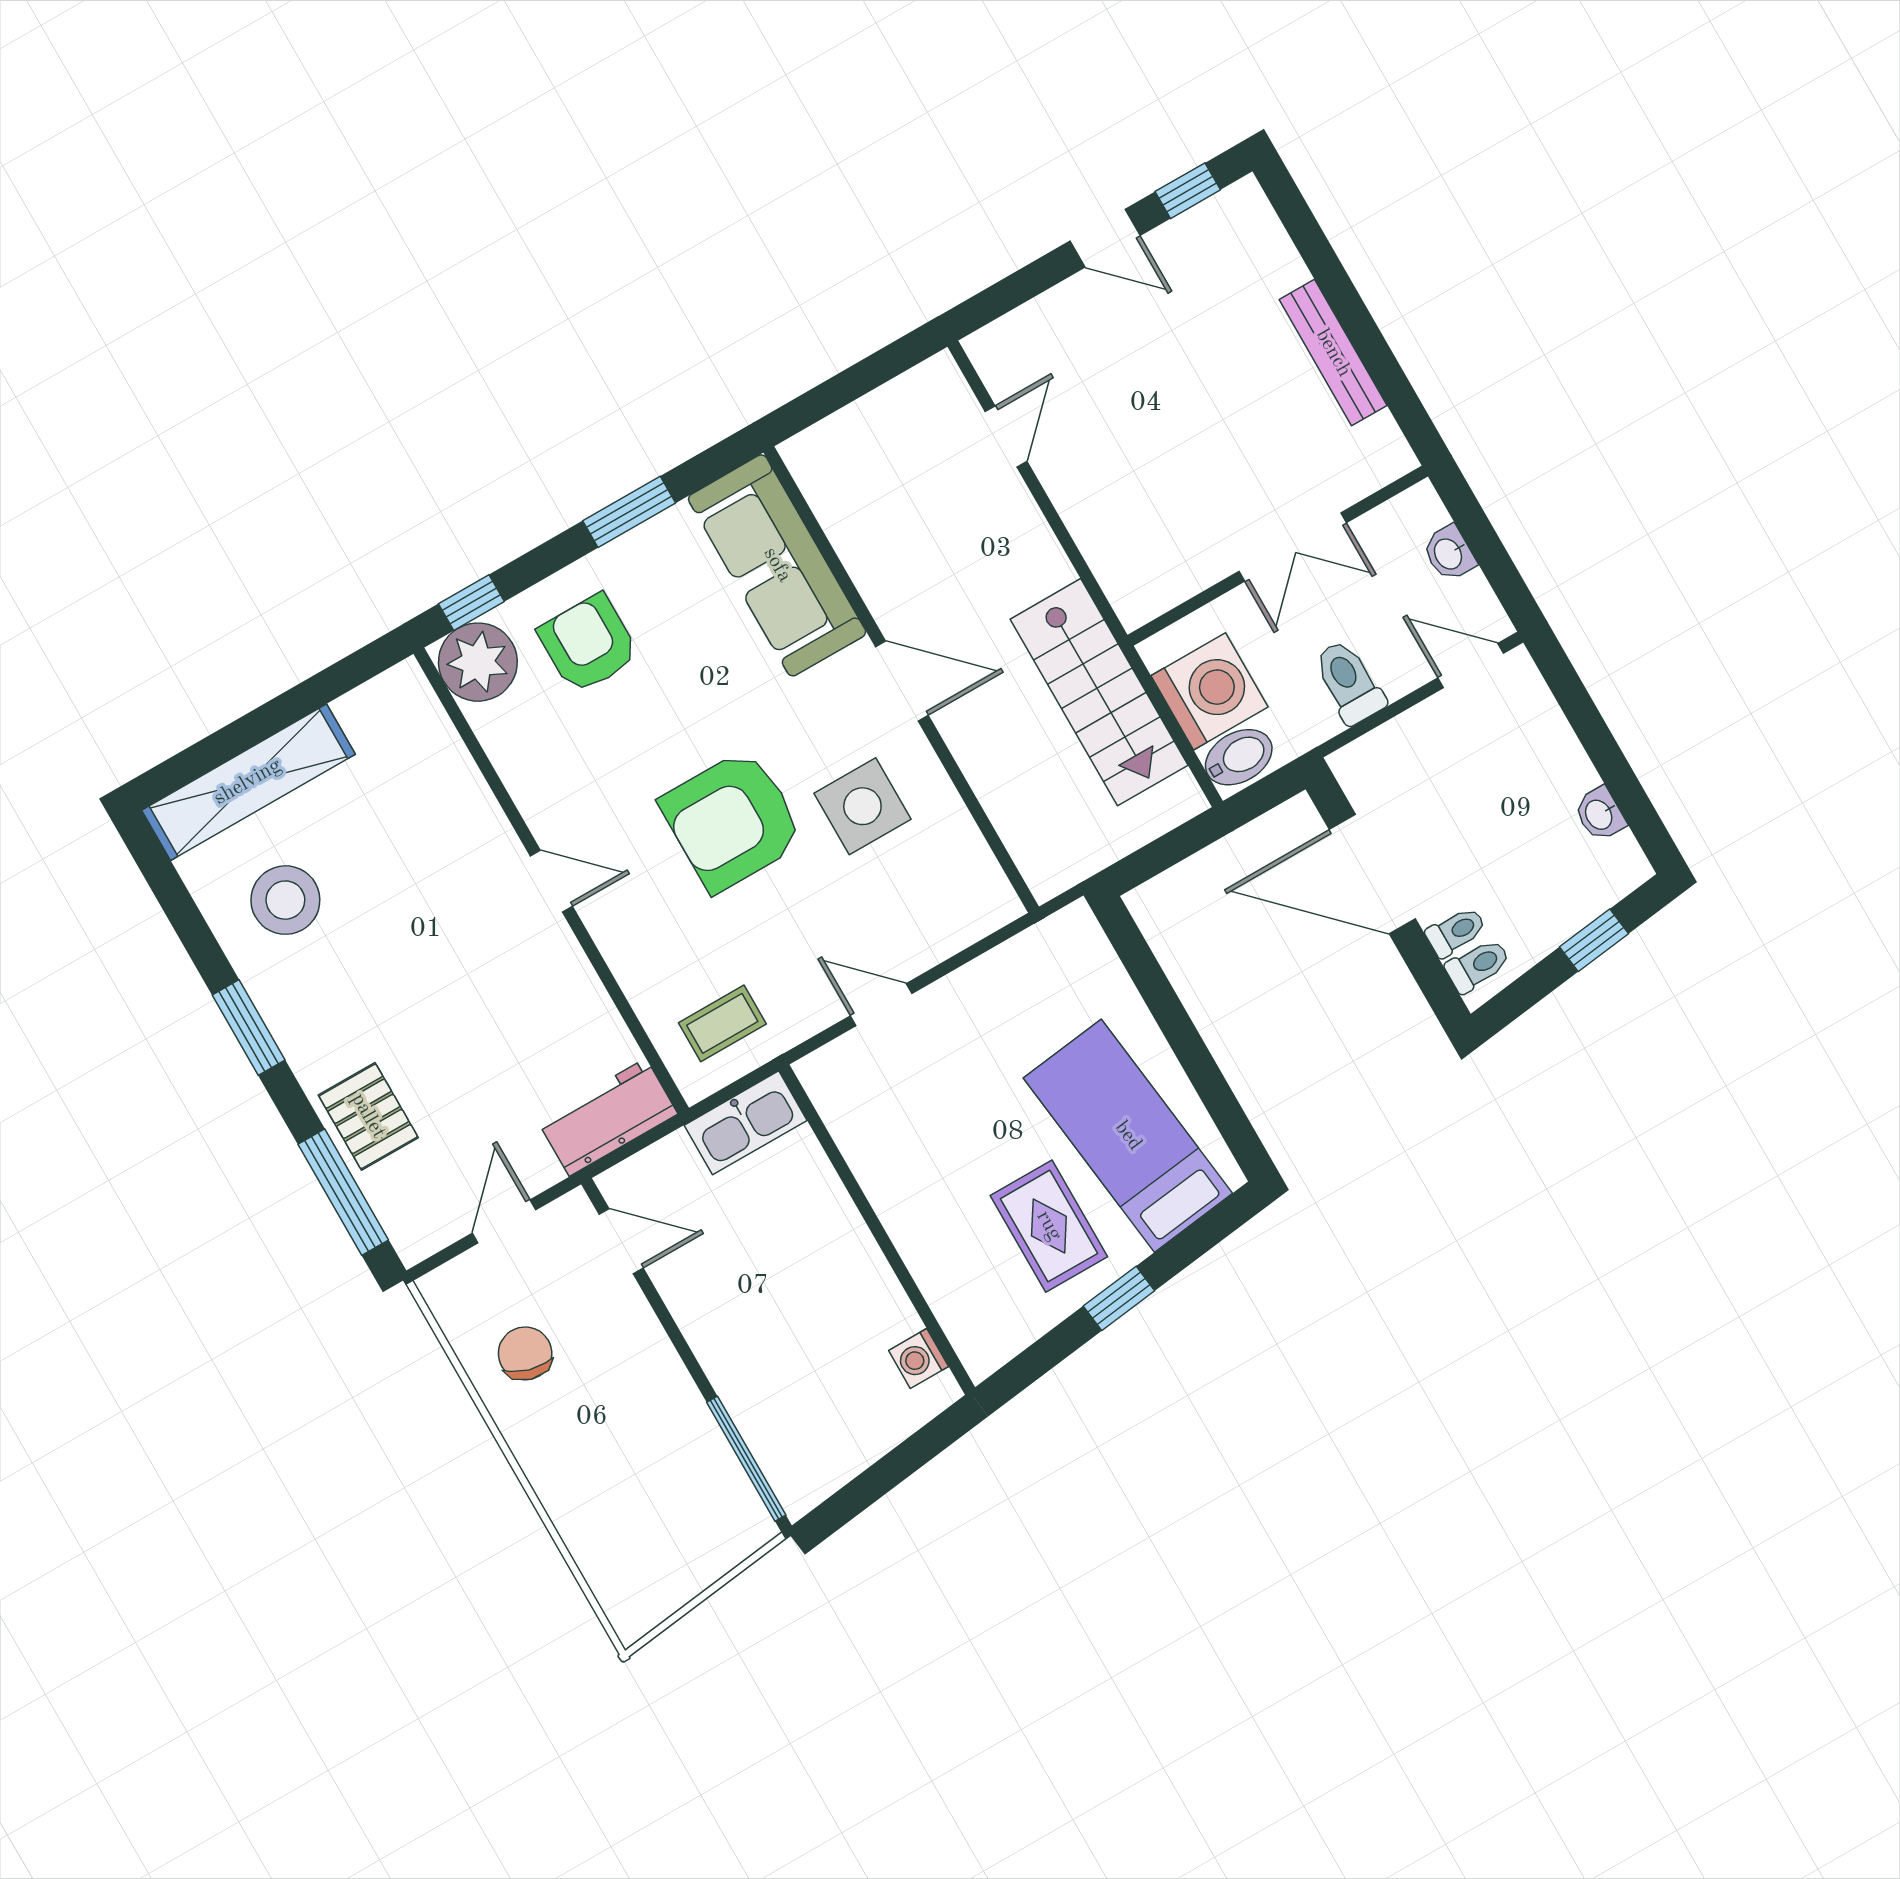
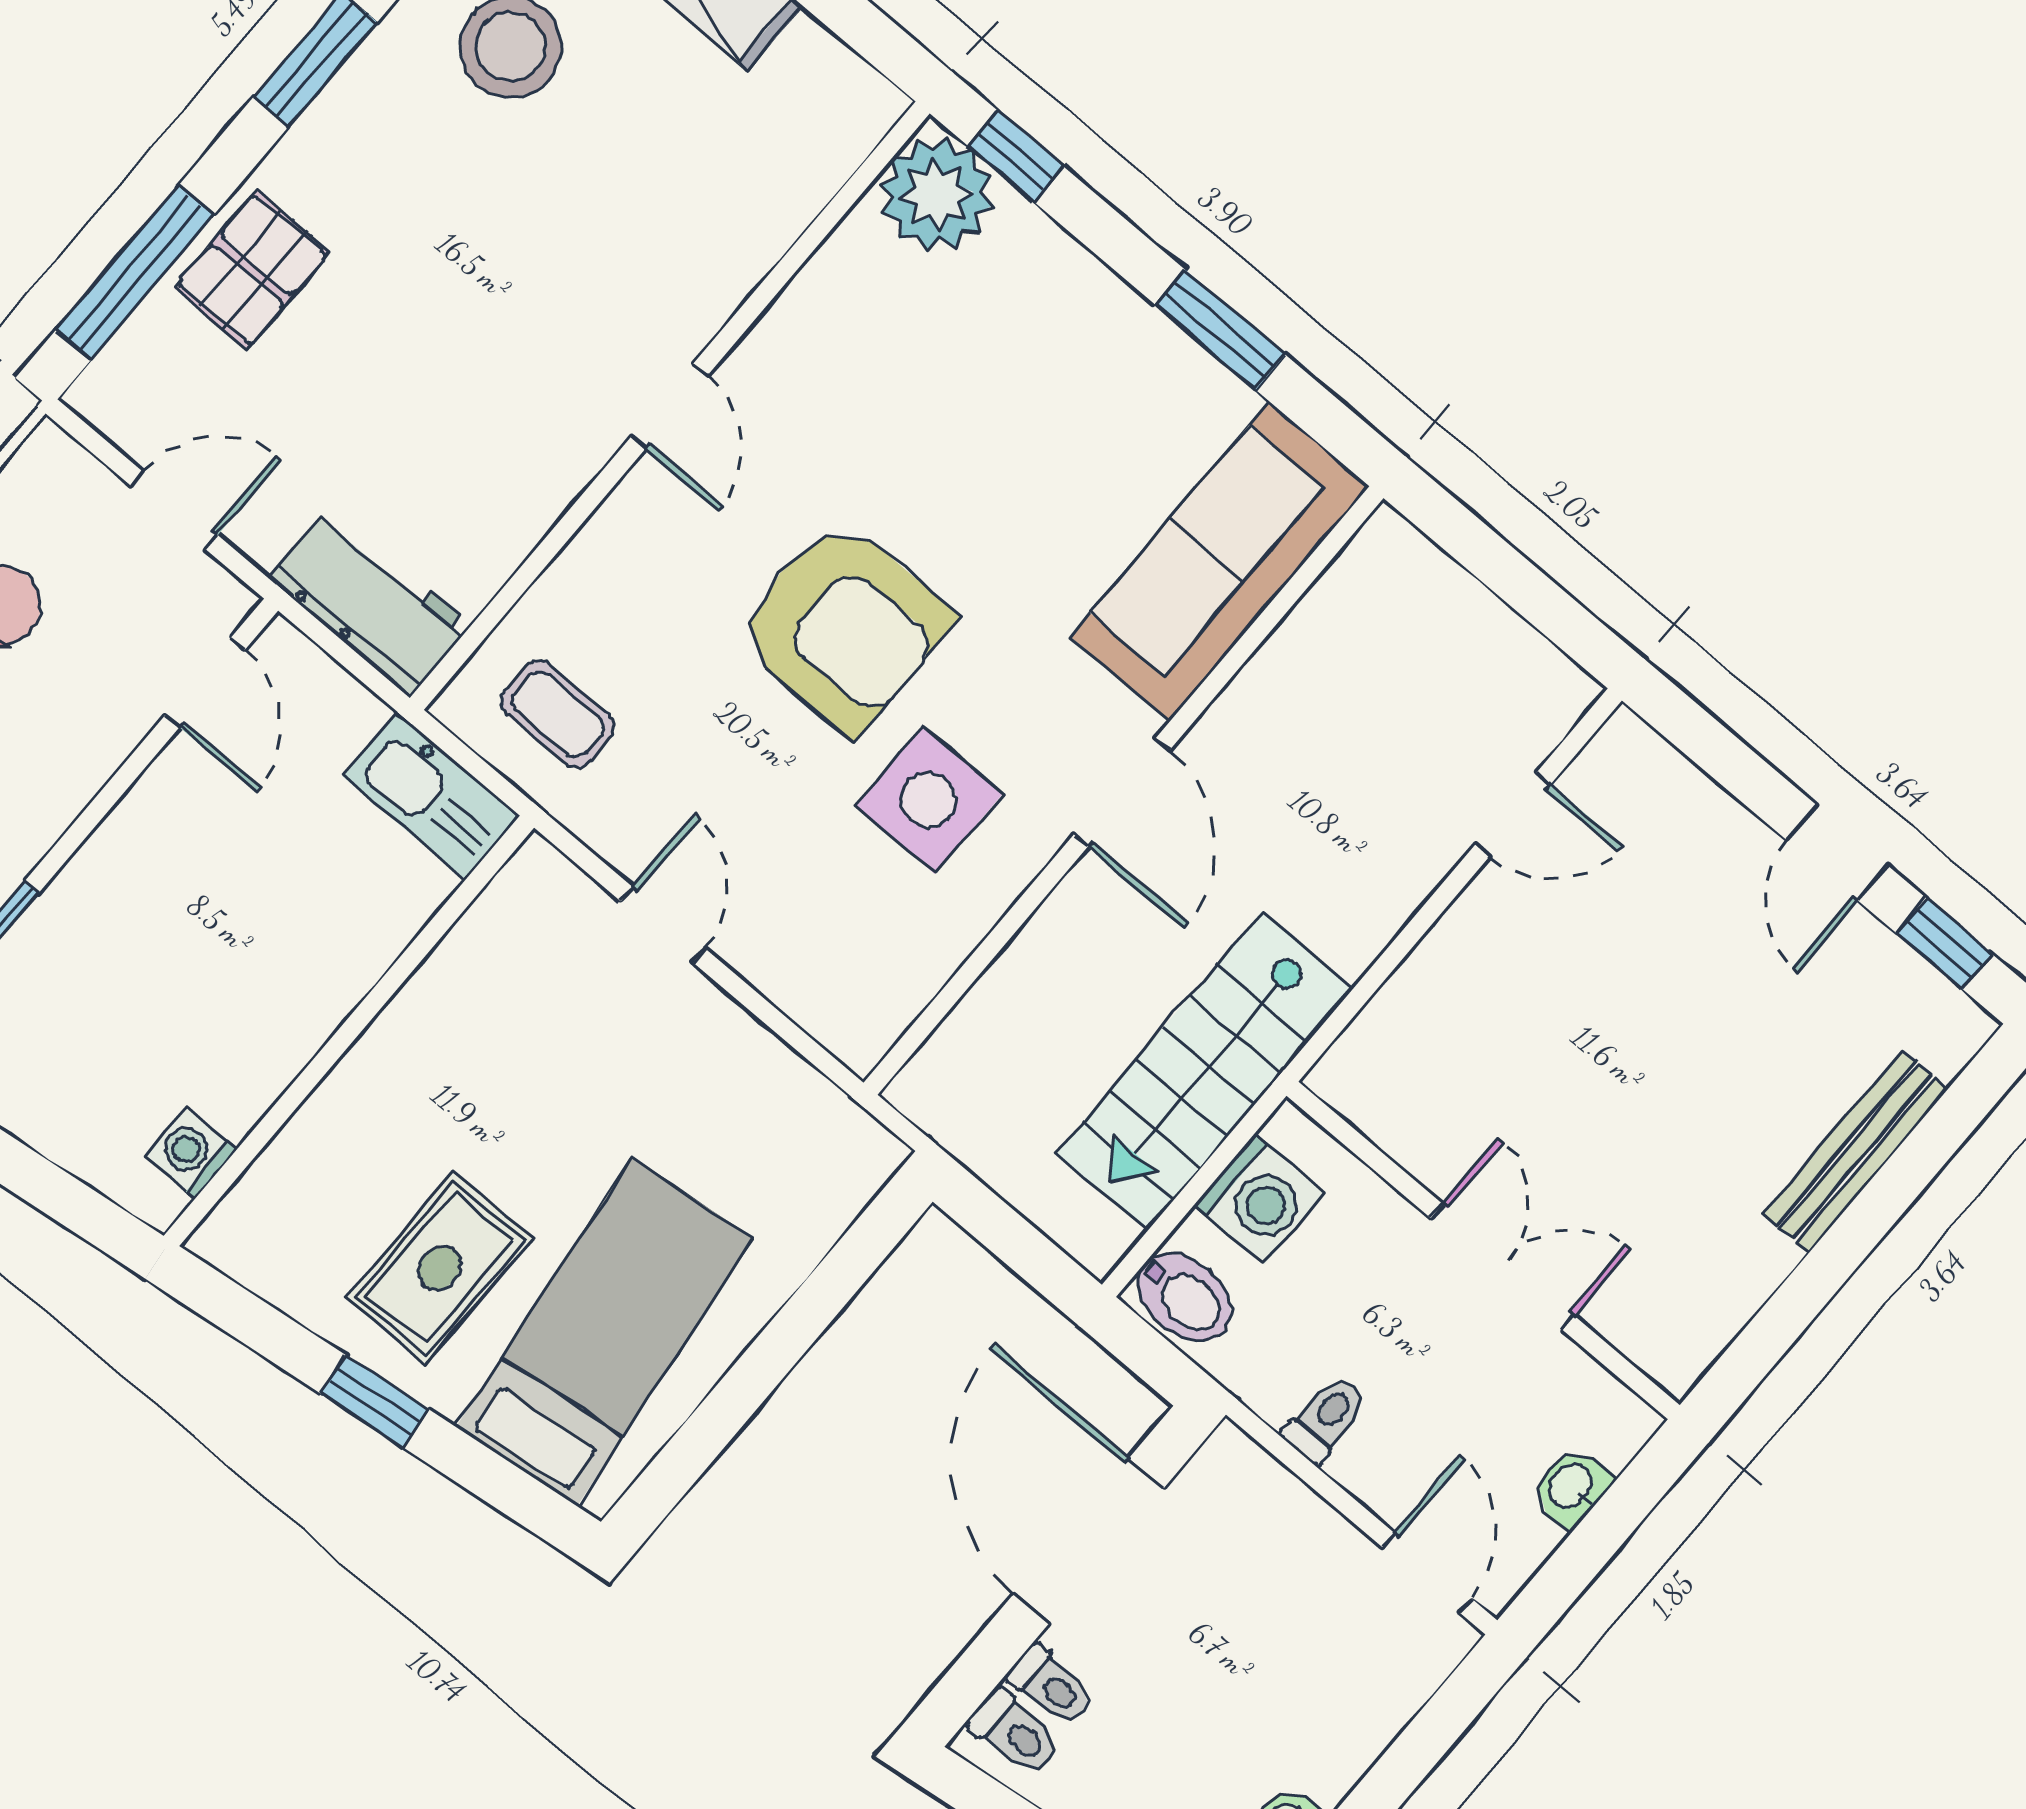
bench: (1333, 353) -> (1856, 1152), moved
double door: (1293, 547) -> (1503, 1267), swing flipped
armchair: (588, 644) -> (1017, 339), removed
toilet: (1349, 682) -> (1326, 1419), width x0.73, depth x0.72
washing machine: (1209, 691) -> (1259, 1199), width x0.73, depth x0.73
armchair: (732, 821) -> (844, 627), turned 180

